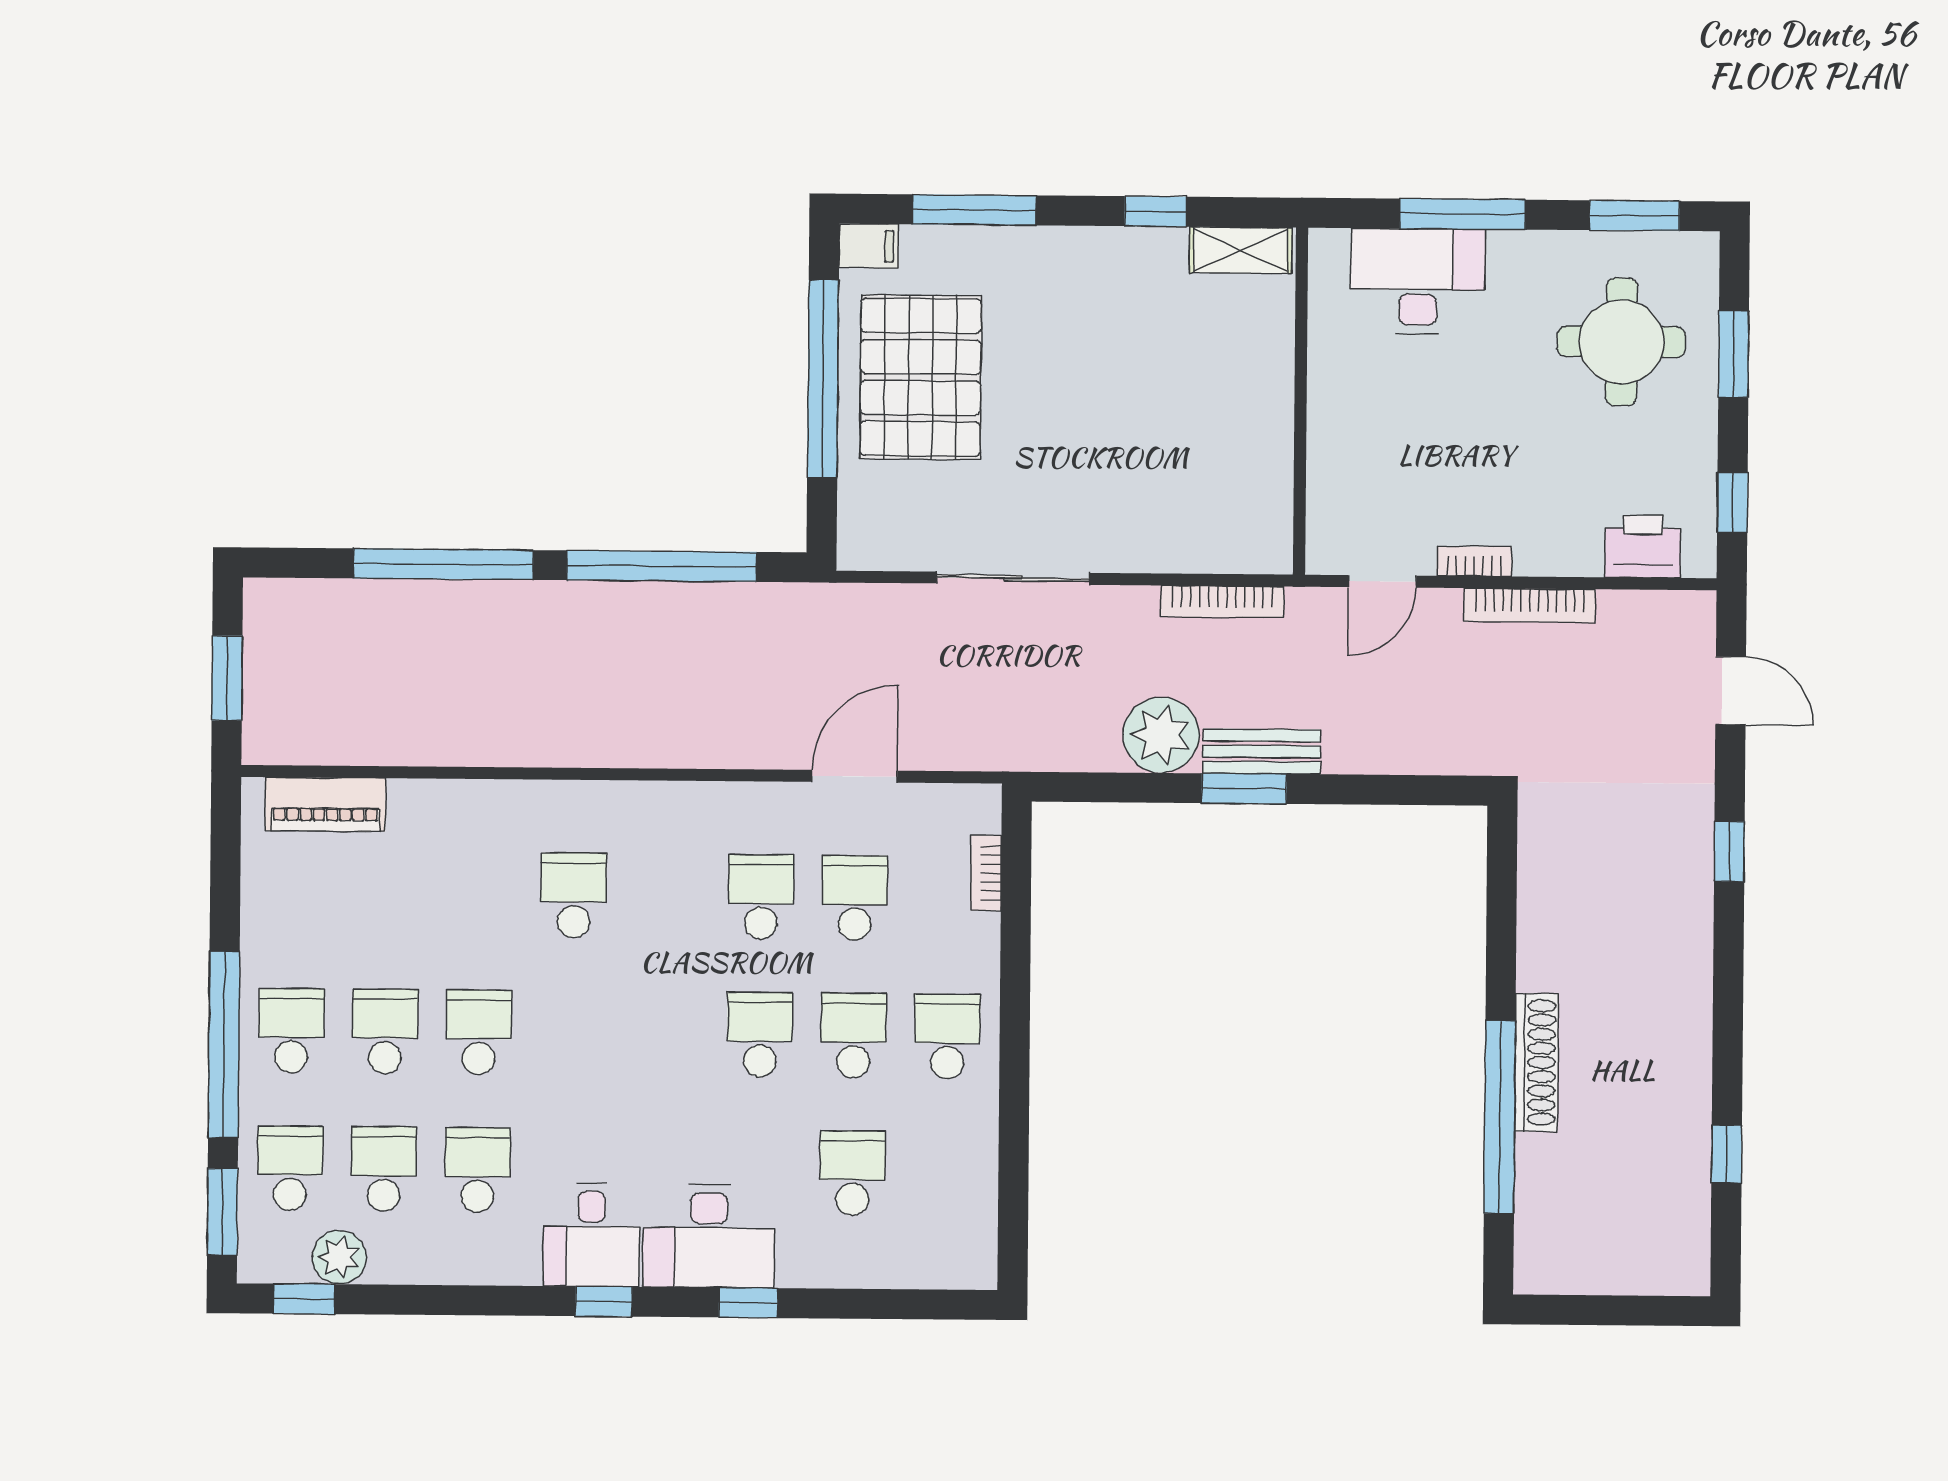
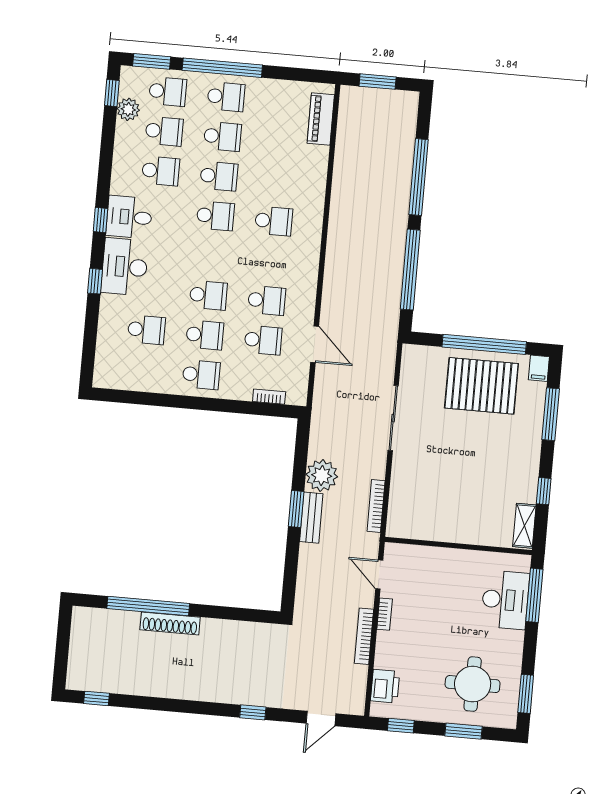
window: (1463, 214) -> (534, 595), moved
school desk: (572, 1033) -> (215, 216), added
window: (1727, 1154) -> (96, 698), moved

